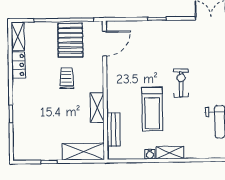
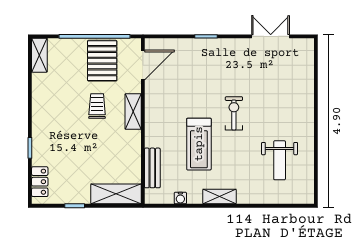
locker: (18, 65) -> (40, 182), moved
shelving: (97, 108) -> (133, 111), moved
water cooler: (150, 154) -> (180, 198), moved

